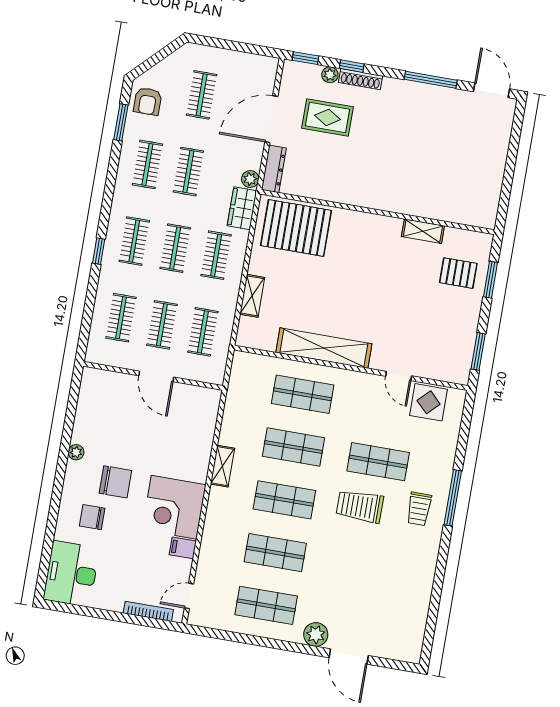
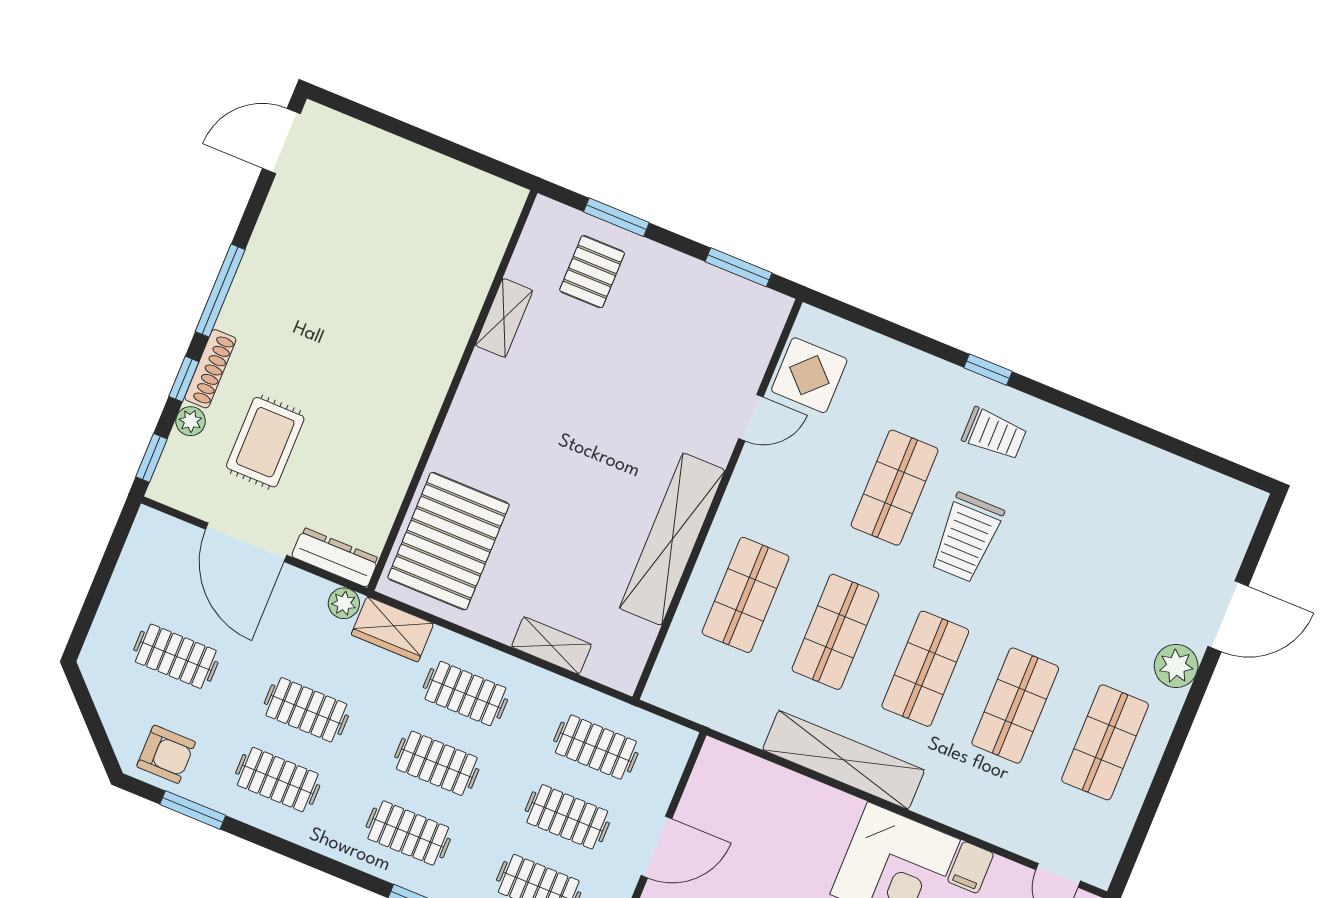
window: (431, 80) -> (220, 291), moved
shelving: (223, 466) -> (843, 760), width x2.20, depth x1.33
window: (453, 498) -> (988, 370), width x0.46

